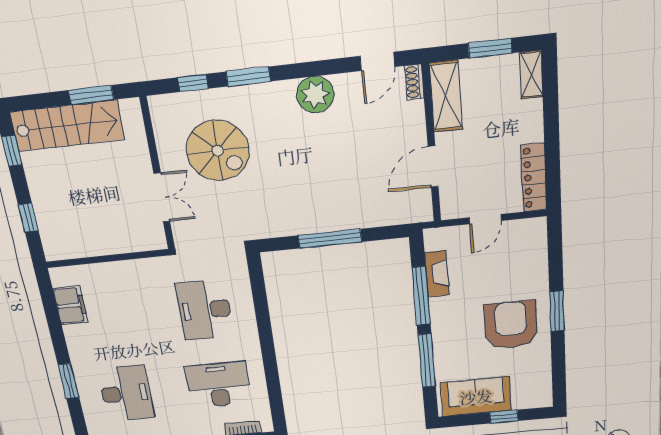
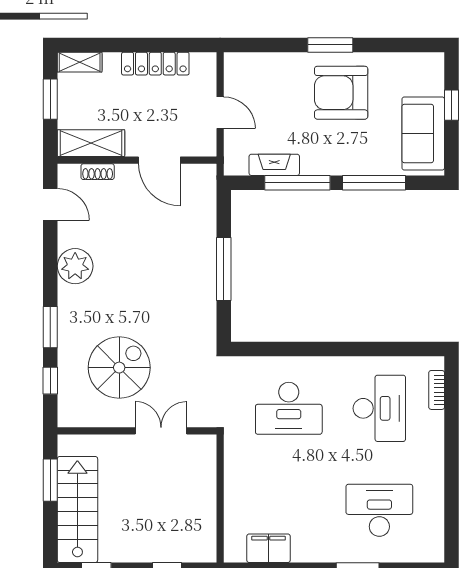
shoe rack: (414, 82) -> (98, 172), moved
locker: (534, 178) -> (155, 64), moved
desk: (218, 385) -> (379, 408), turned 180

